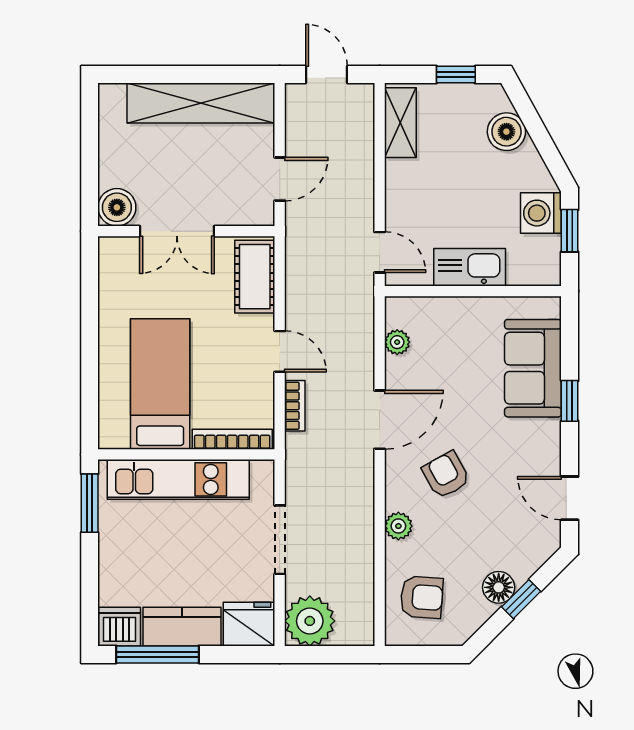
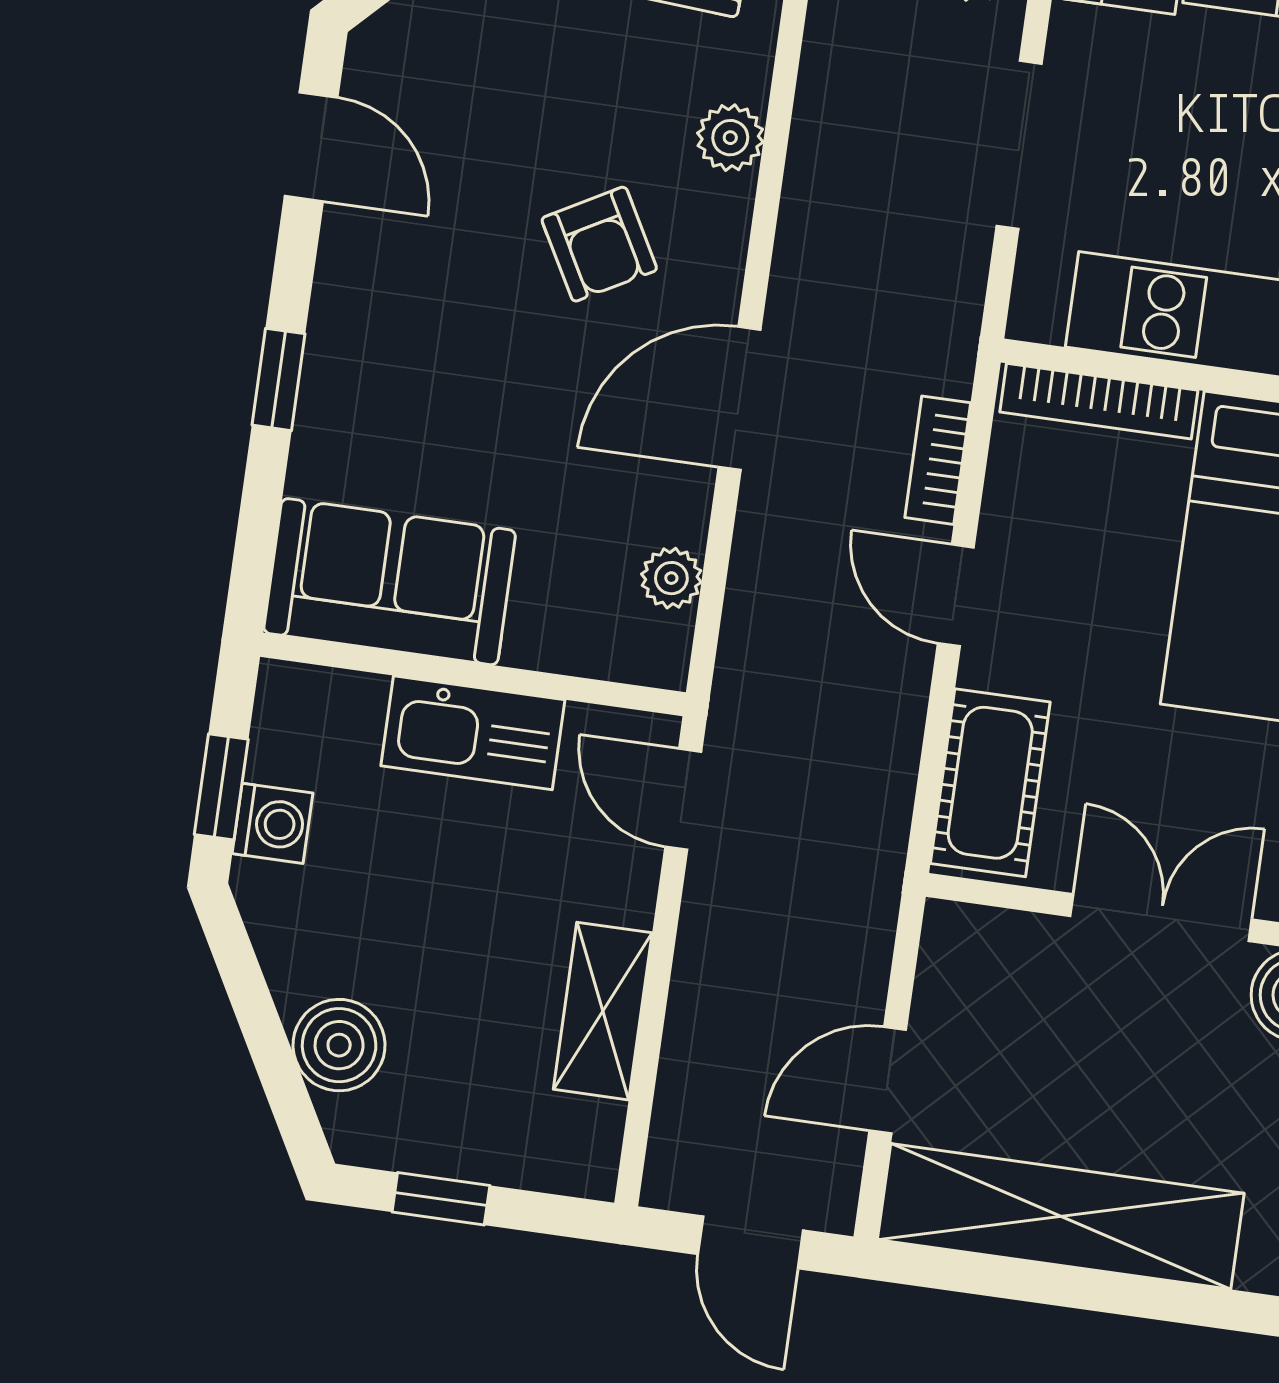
shelving: (400, 123) -> (603, 1011), moved
door: (280, 179) -> (888, 1080), moved
washing machine: (541, 213) -> (273, 823), width x0.73, depth x0.73
sofa: (533, 368) -> (390, 582), moved, turned -90

